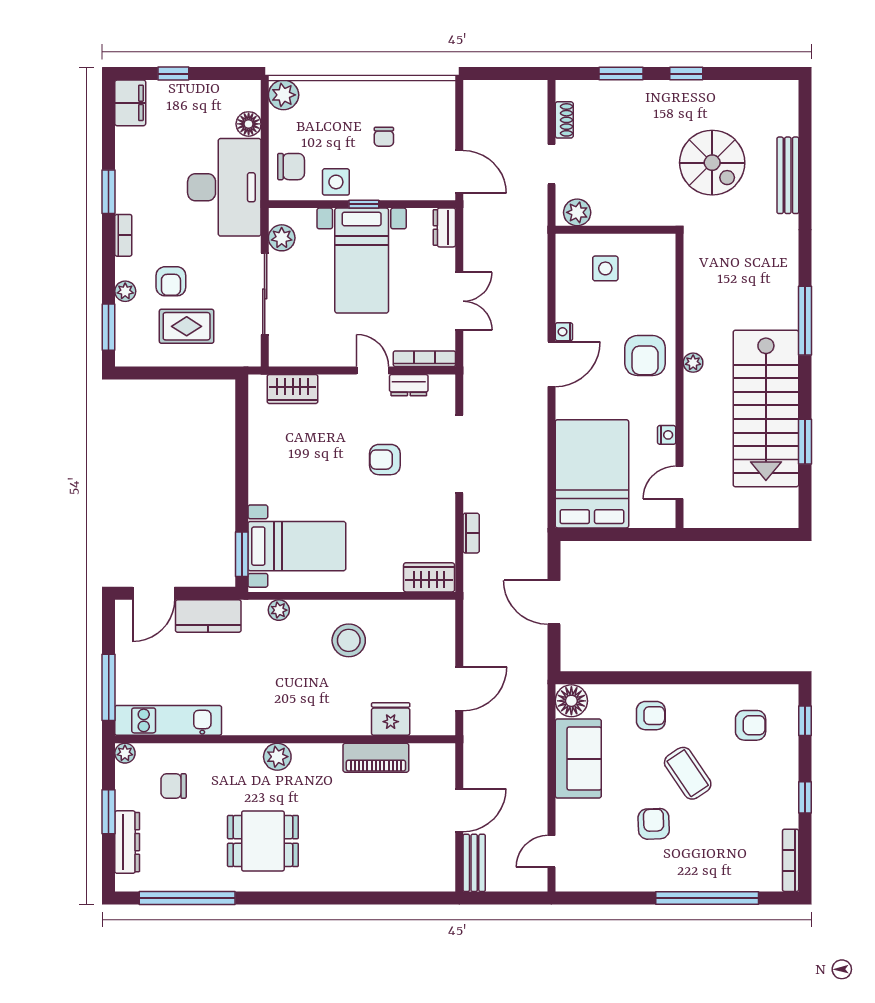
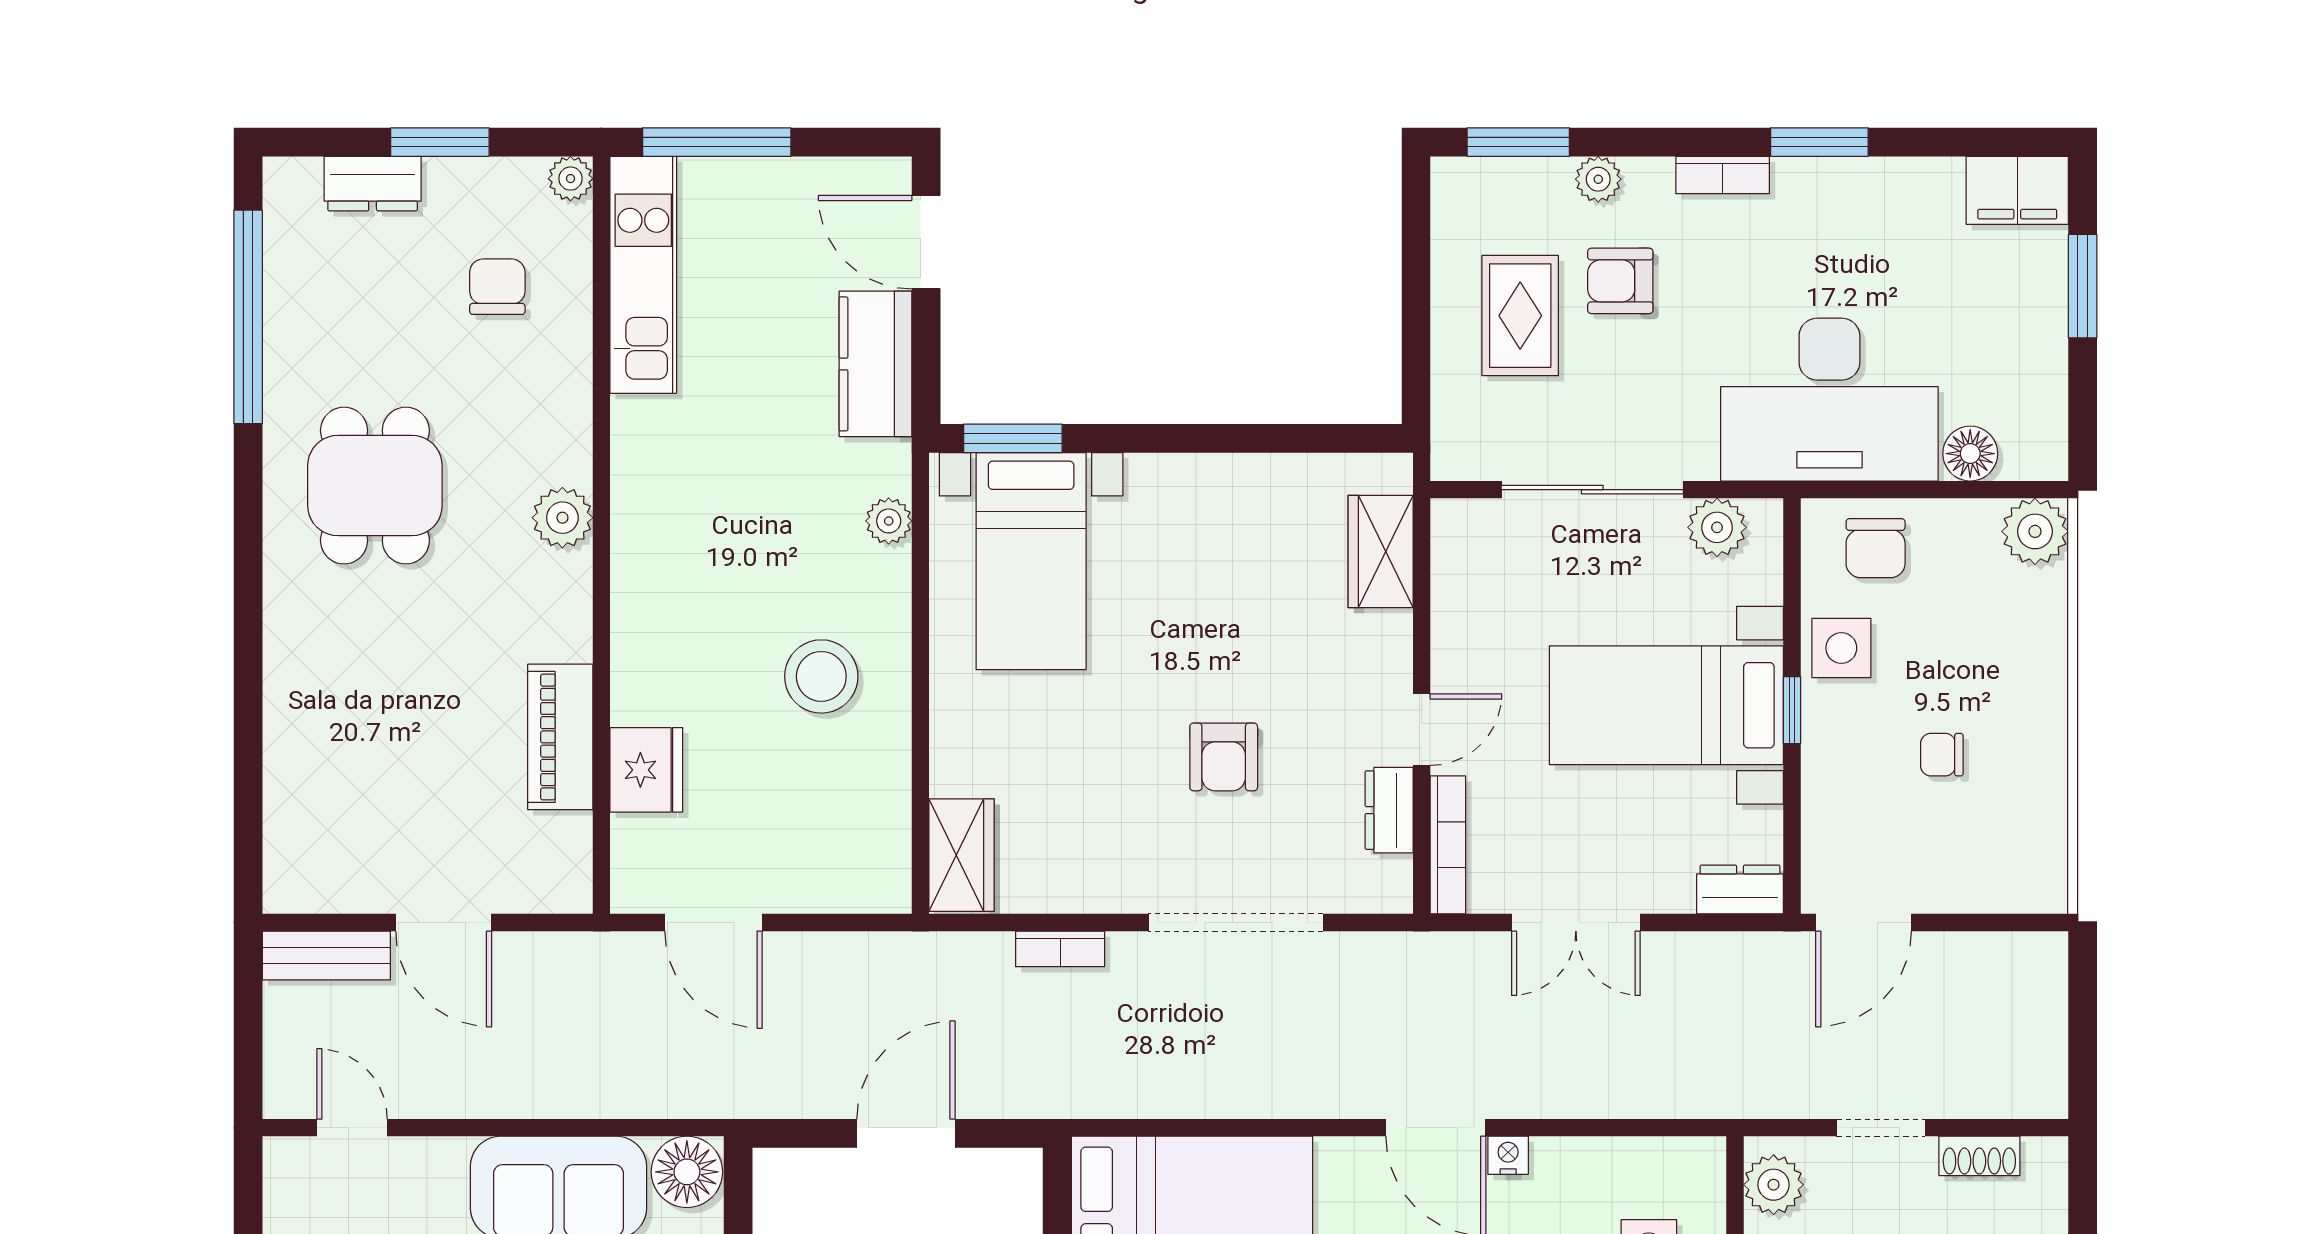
window: (173, 74) -> (2083, 286), width x1.50
armchair: (385, 460) -> (1224, 757), turned 180
dresser: (127, 842) -> (373, 184), width x0.70

